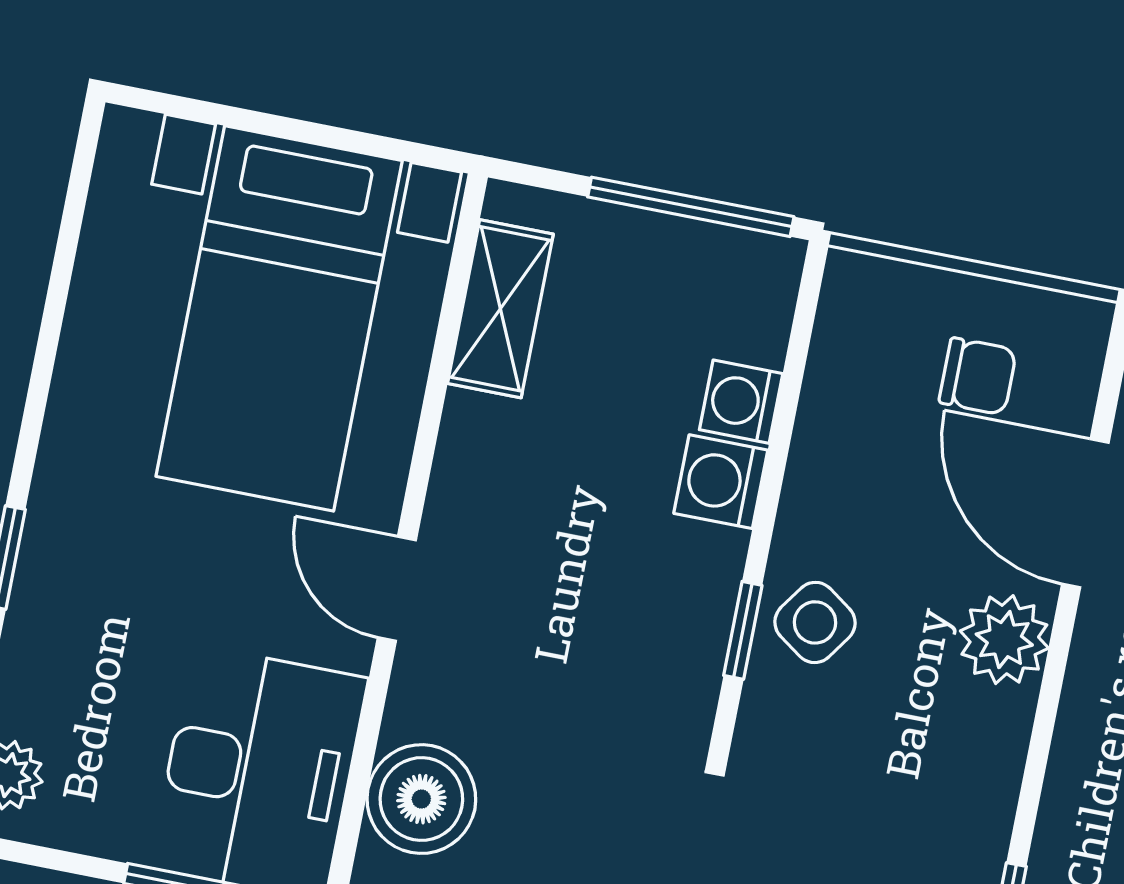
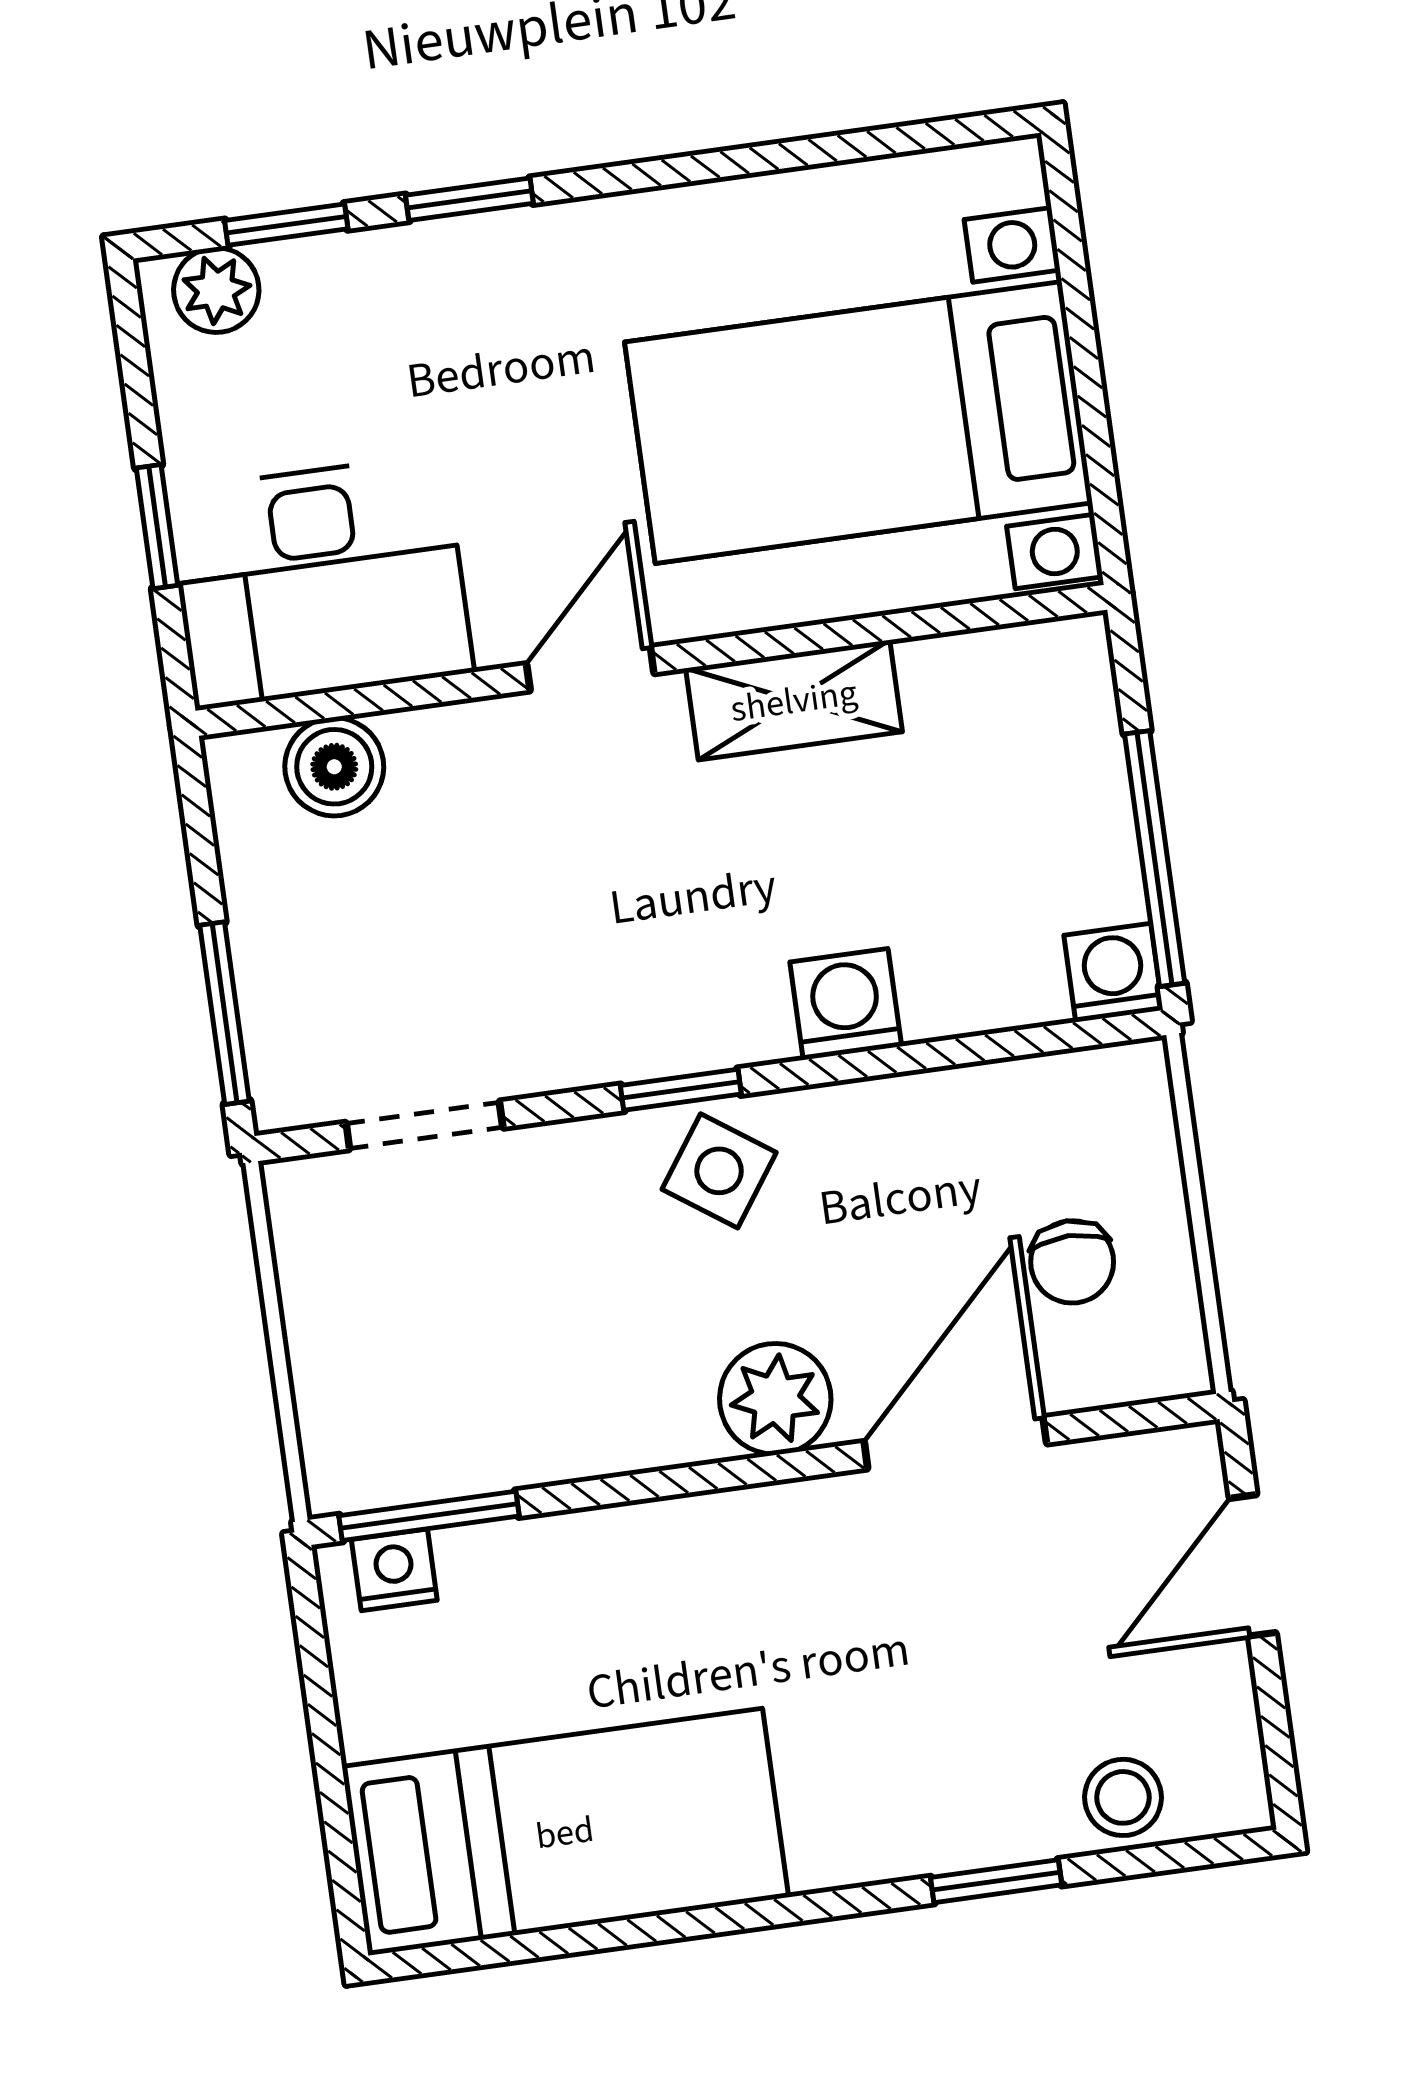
shelving: (500, 309) -> (794, 700), moved
washing machine: (741, 402) -> (1113, 973), moved
boiler: (421, 799) -> (334, 767), width x0.73, depth x0.73

